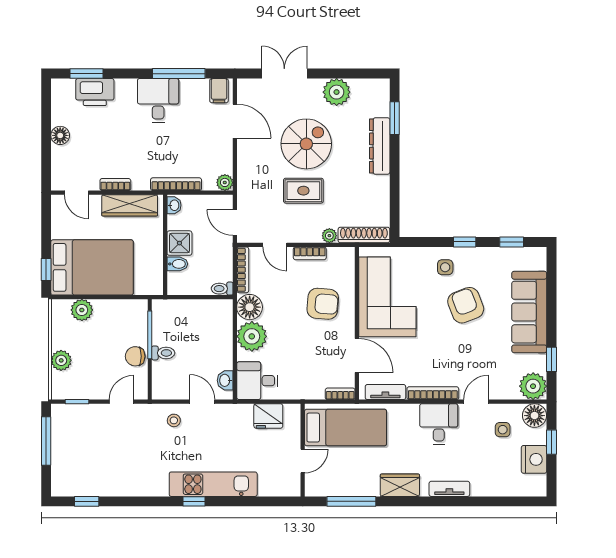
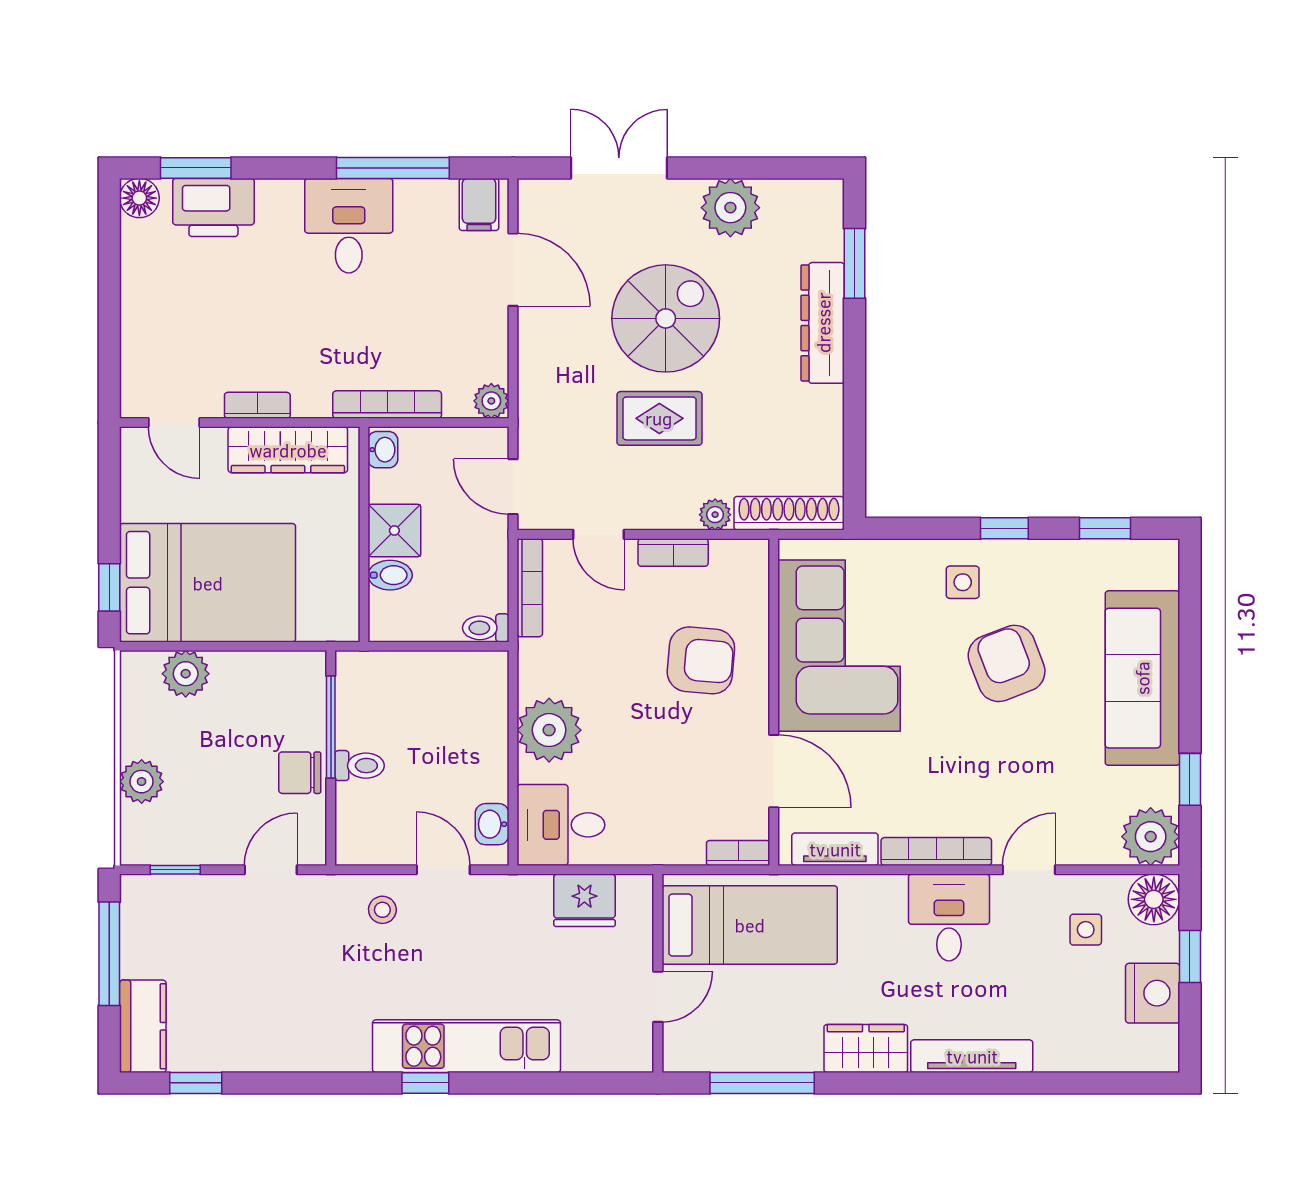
floor lamp: (60, 135) -> (139, 198), moved
floor lamp: (250, 307) -> (544, 667), removed
kitchen counter: (62, 475) -> (143, 1026), added
tv unit: (449, 489) -> (972, 1056), width x1.41

